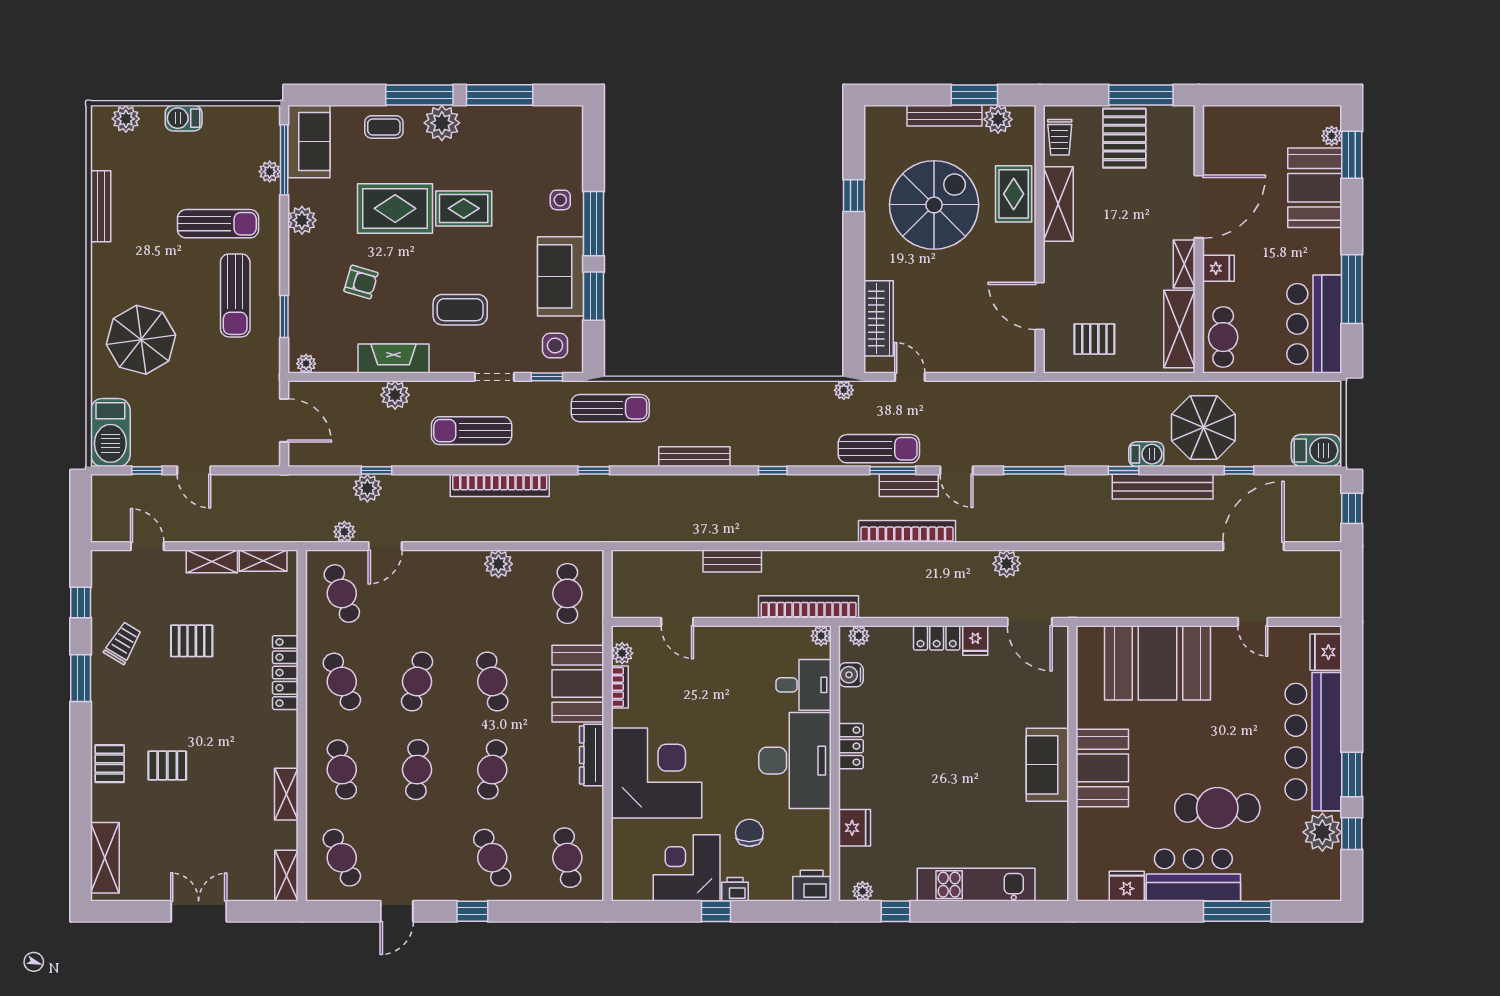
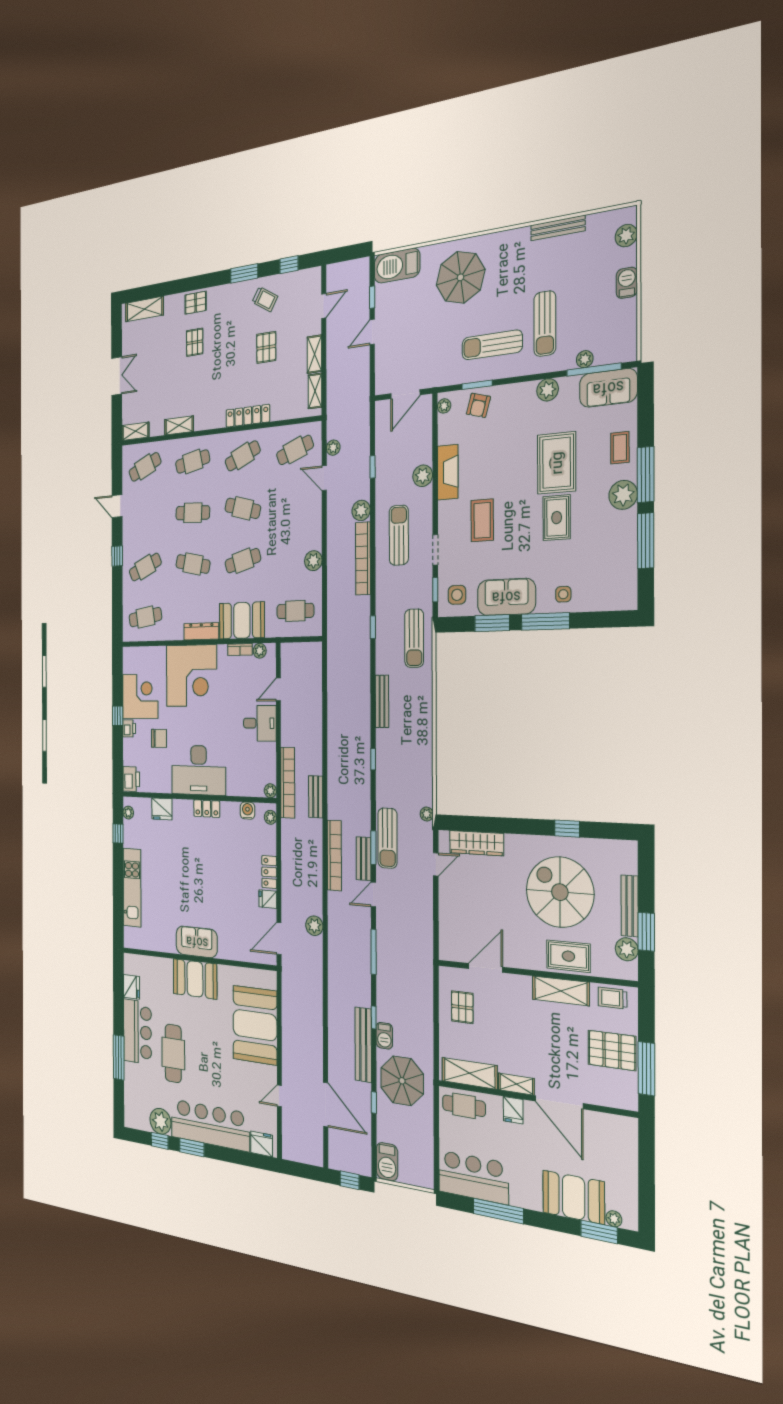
spiral stairs: (934, 205) -> (560, 892), turned 180
armchair: (361, 282) -> (478, 405), moved
plant: (367, 488) -> (361, 510), moved
bench: (732, 561) -> (316, 797), moved
desk: (804, 685) -> (260, 723), moved, turned -90

